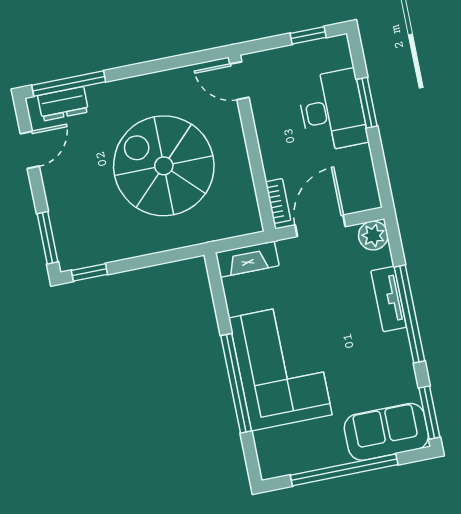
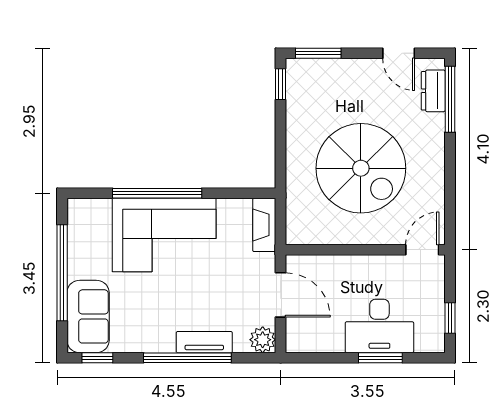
spiral stairs: (164, 166) -> (361, 168), turned 90
bookcase: (278, 201) -> (310, 262), removed
window: (429, 413) -> (97, 358), width x0.67

